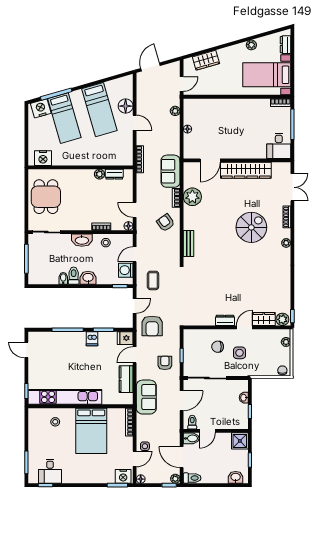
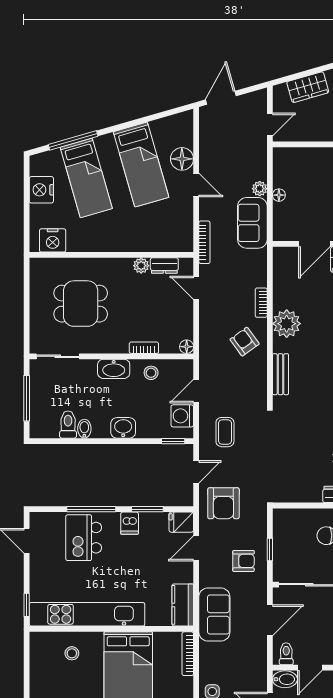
nightstand: (41, 108) -> (41, 190), moved, turned -74
plant: (175, 111) -> (260, 189), moved
sofa: (171, 171) -> (252, 223), moved
dining table: (46, 197) -> (81, 304), moved, turned 90
plant: (192, 197) -> (287, 324), moved
door: (135, 210) -> (196, 288), moved
toilet: (74, 276) -> (68, 425), moved
kitchen island: (63, 348) -> (84, 538), added
armchair: (165, 363) -> (244, 561), turned 90
kitchen counter: (126, 379) -> (183, 605), moved

